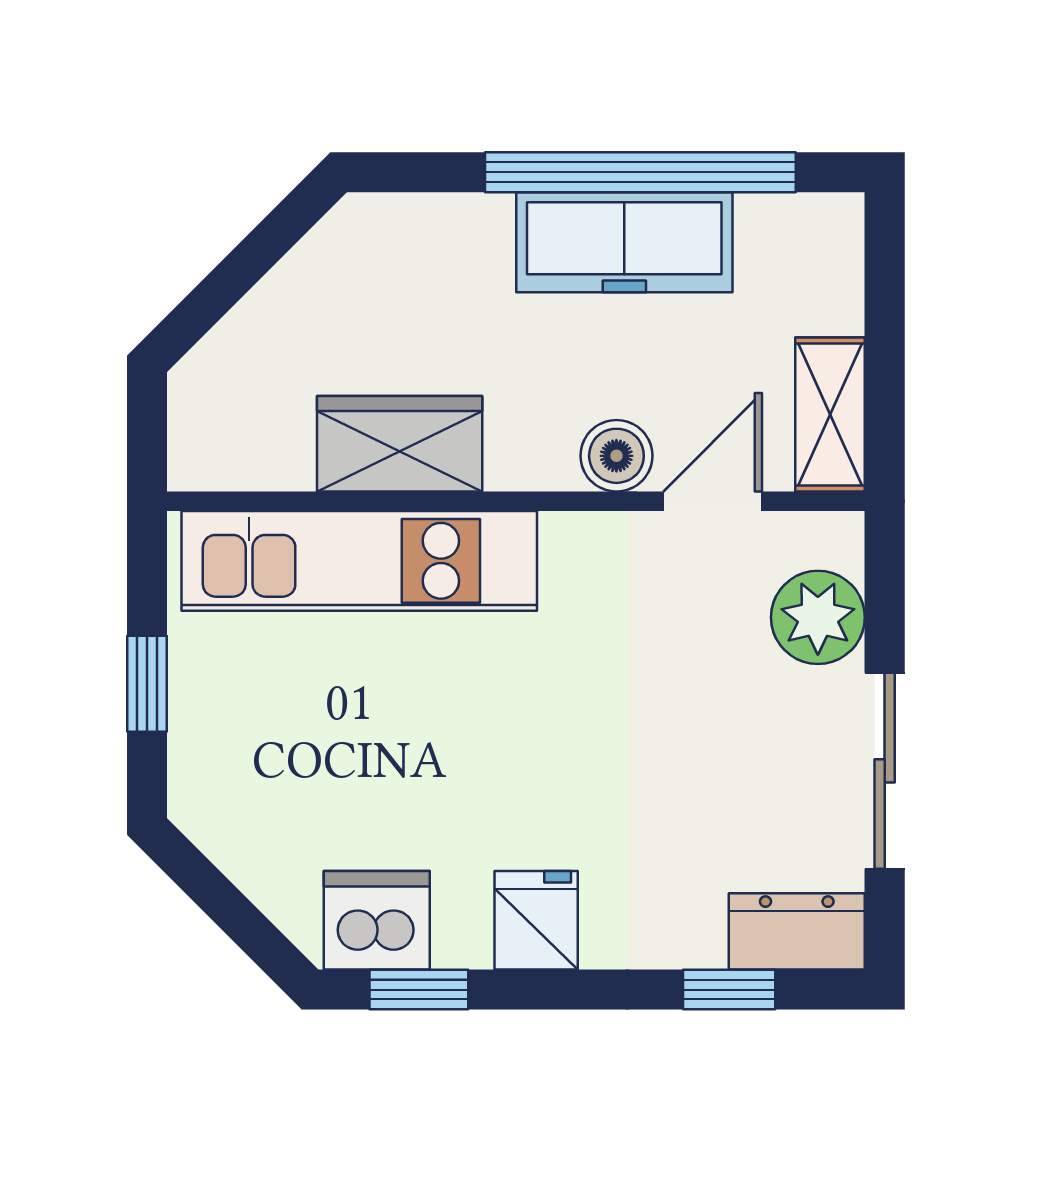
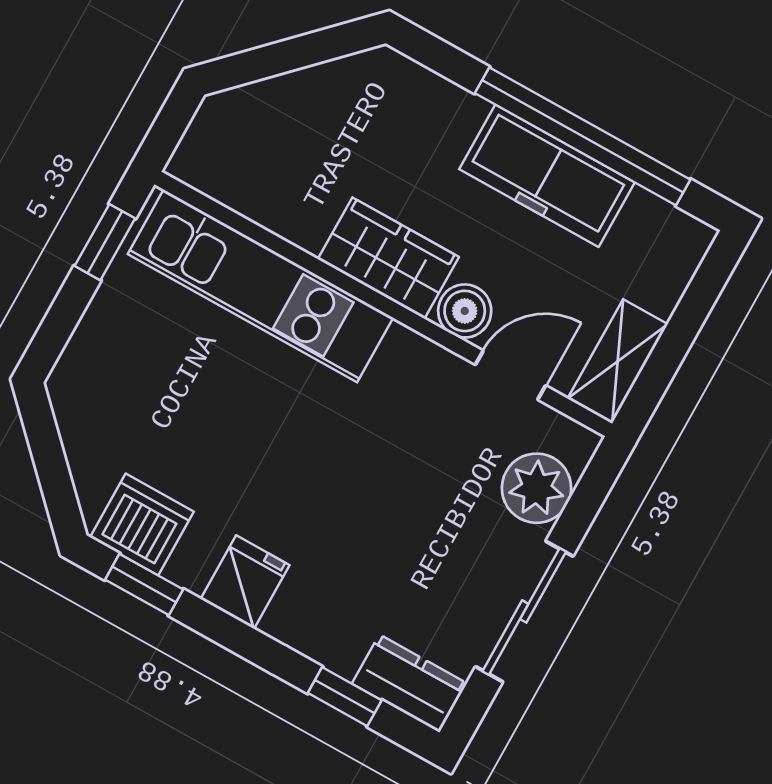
wardrobe: (400, 444) -> (388, 258), moved
window: (147, 684) -> (105, 242), moved

